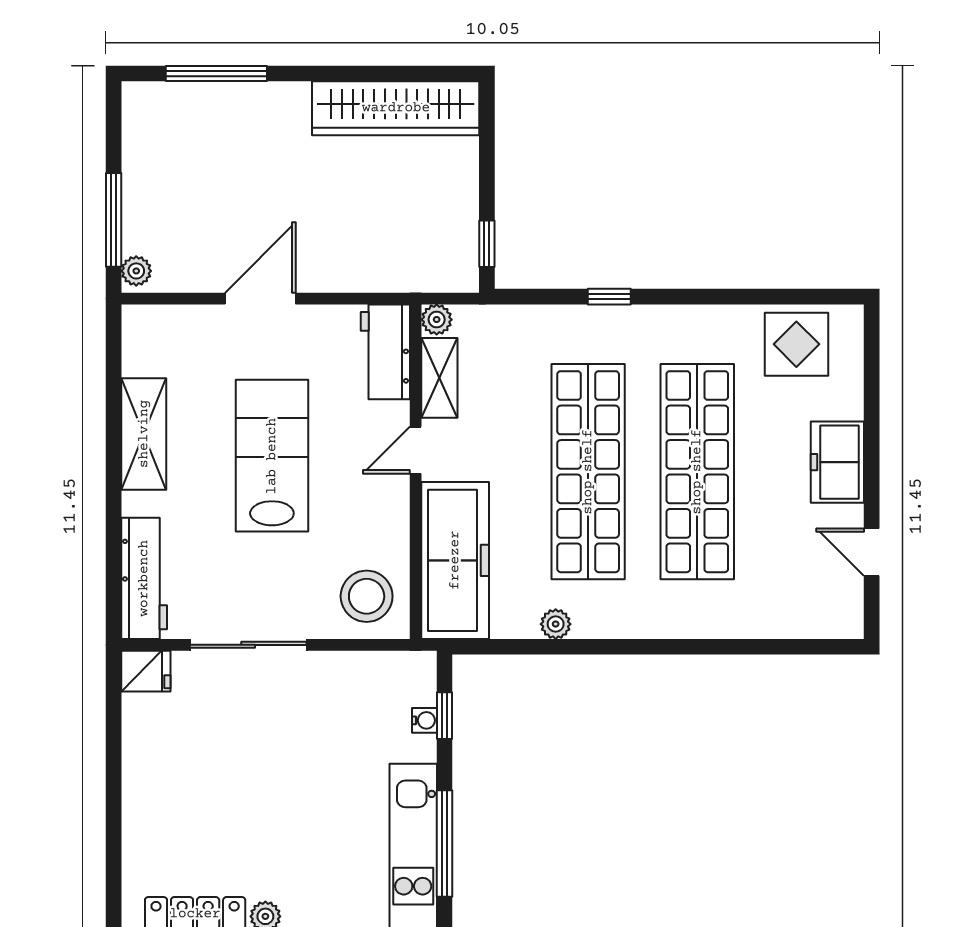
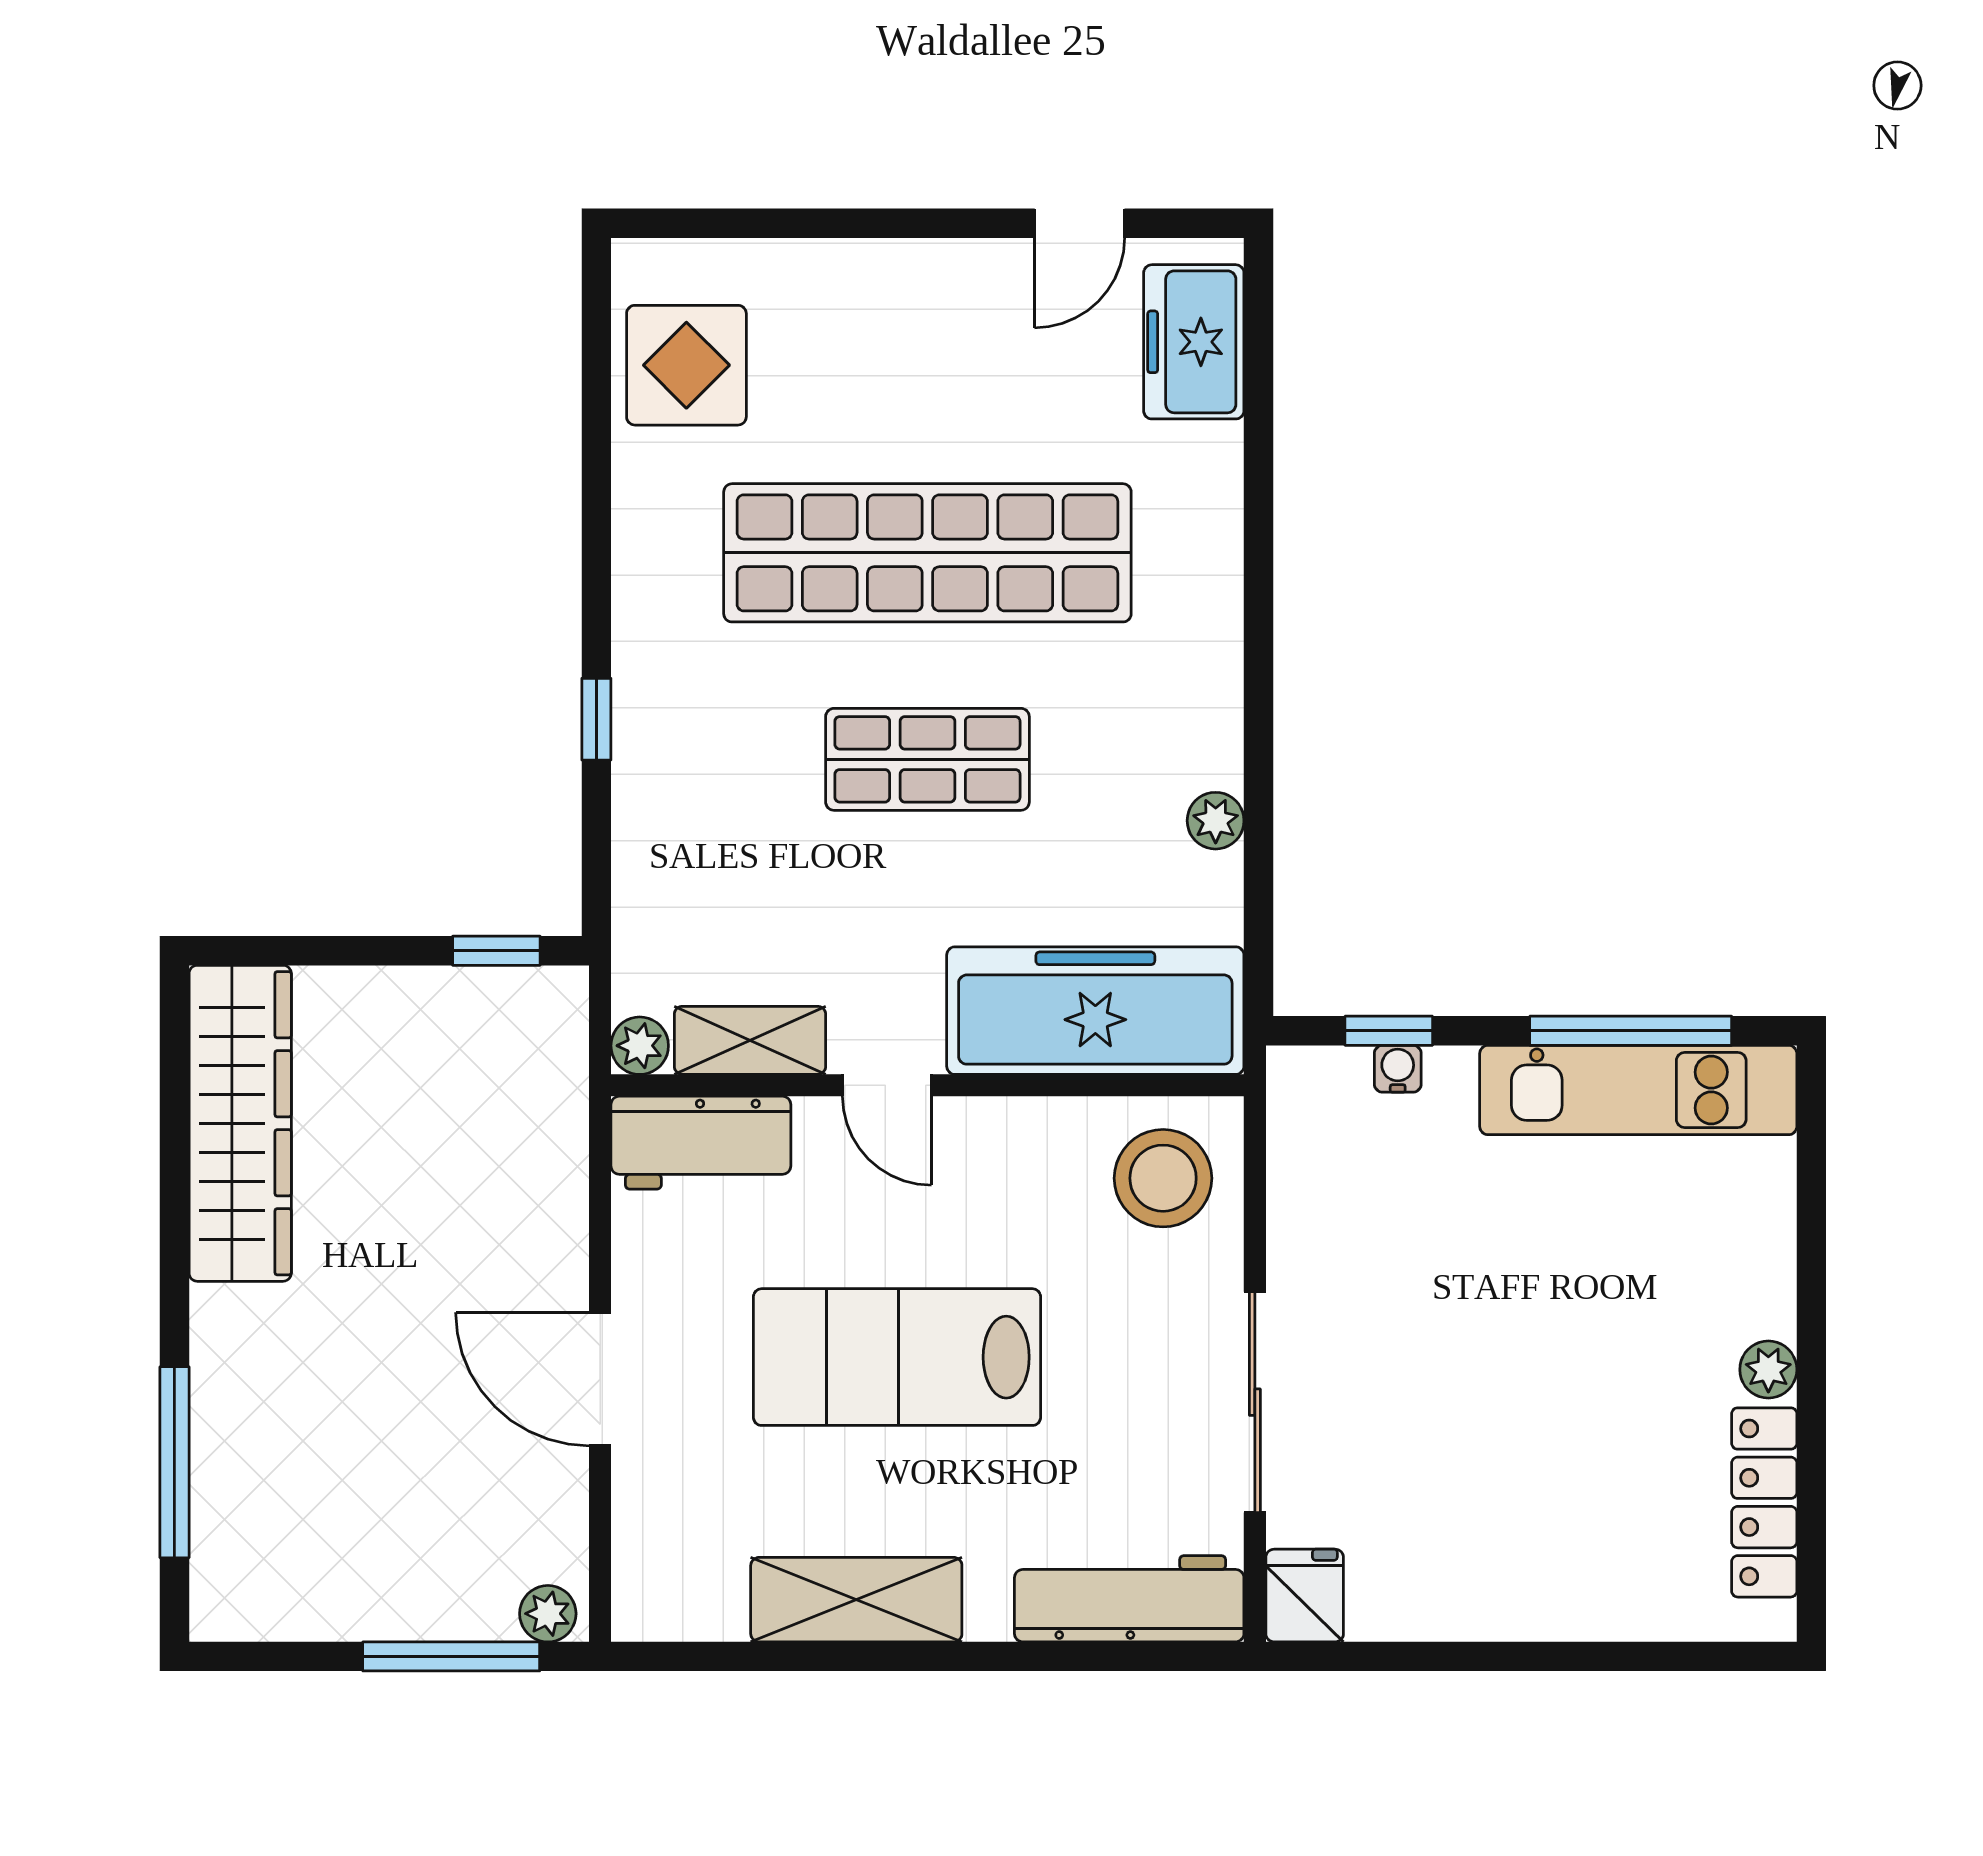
freezer: (837, 462) -> (1194, 342), moved, turned 90
shop shelf: (588, 472) -> (927, 759), width x0.50, depth x0.74

